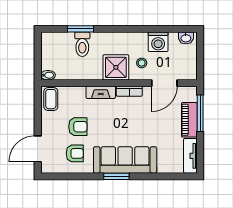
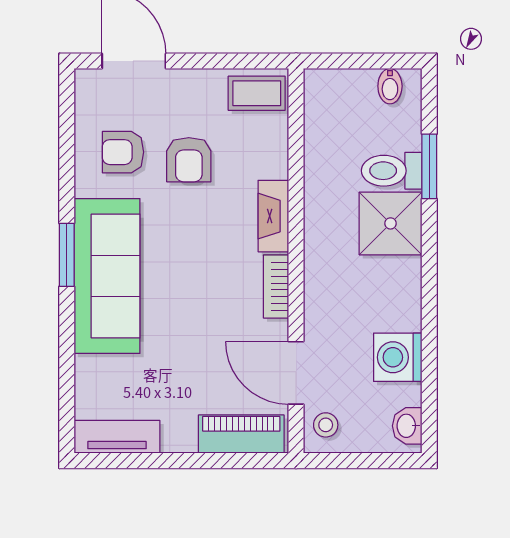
stool: (142, 63) -> (326, 425), moved
shower: (116, 67) -> (391, 223), moved
bidet: (48, 75) -> (390, 86), moved
window: (200, 113) -> (222, 461), removed
piano: (189, 120) -> (241, 434), moved
armchair: (75, 153) -> (123, 152), turned 90

